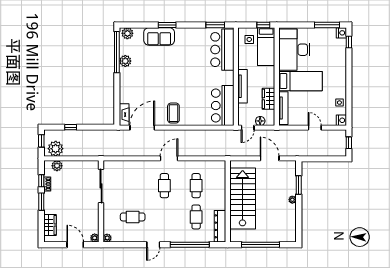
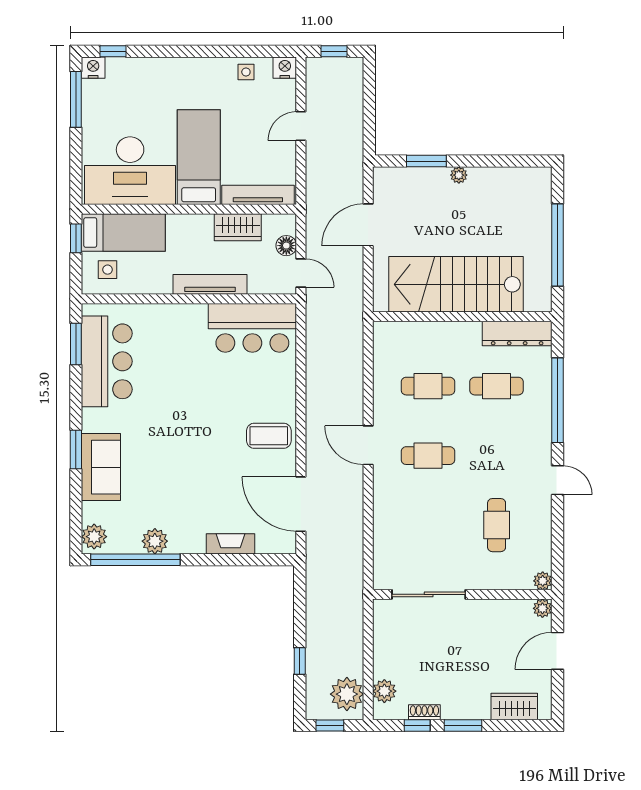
bar counter: (222, 50) -> (107, 361), moved, turned -90
fireplace: (124, 115) -> (231, 544), moved

